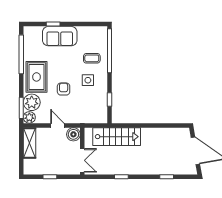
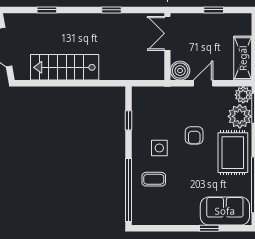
sofa: (60, 36) -> (225, 211), moved
door: (57, 125) -> (203, 83), swing flipped
stairs: (117, 137) -> (65, 67), moved

